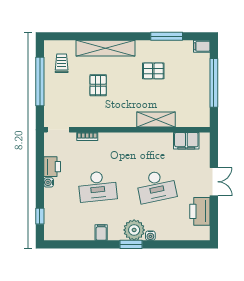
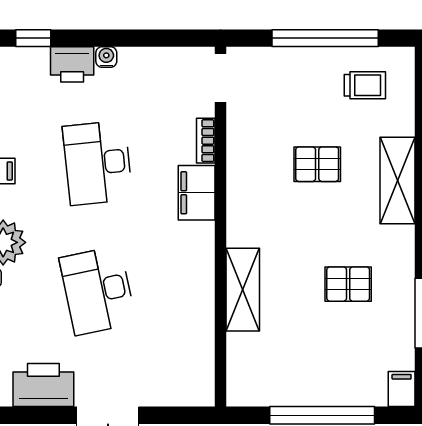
shelving: (106, 48) -> (397, 180), width x0.68
pallet: (153, 71) -> (348, 284), turned 90
filing cabinet: (186, 141) -> (197, 193), moved
printer: (52, 167) -> (72, 64), moved

